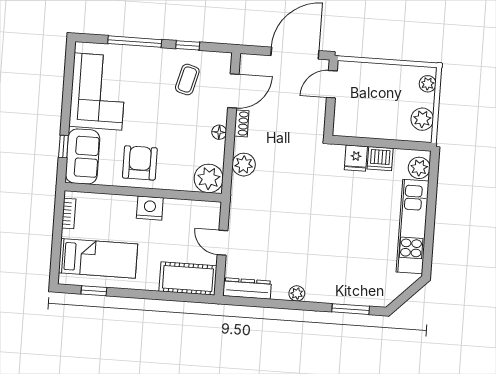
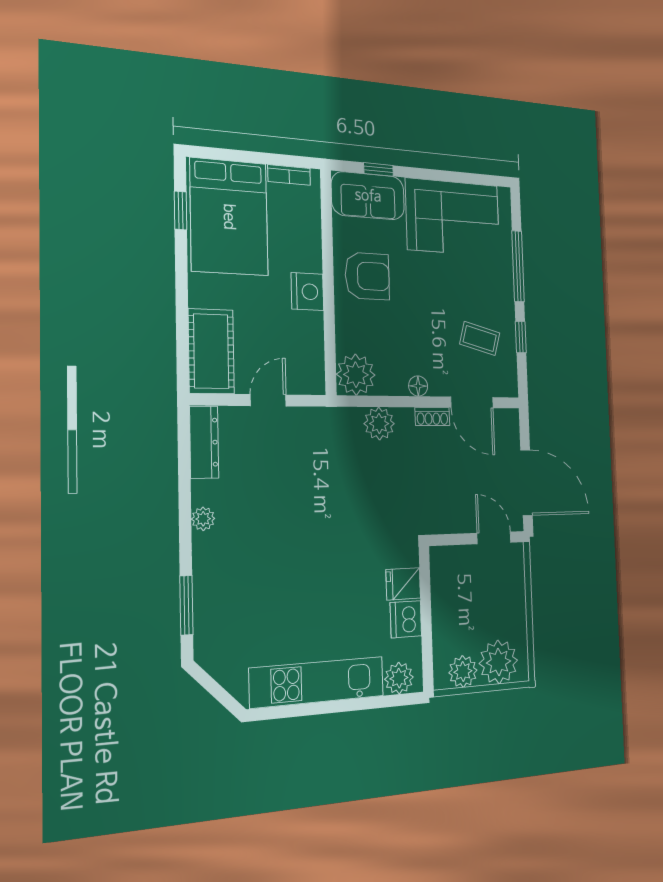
plant: (428, 84) -> (498, 662), width x1.88, depth x1.88
bed: (98, 258) -> (229, 217), width x1.50

